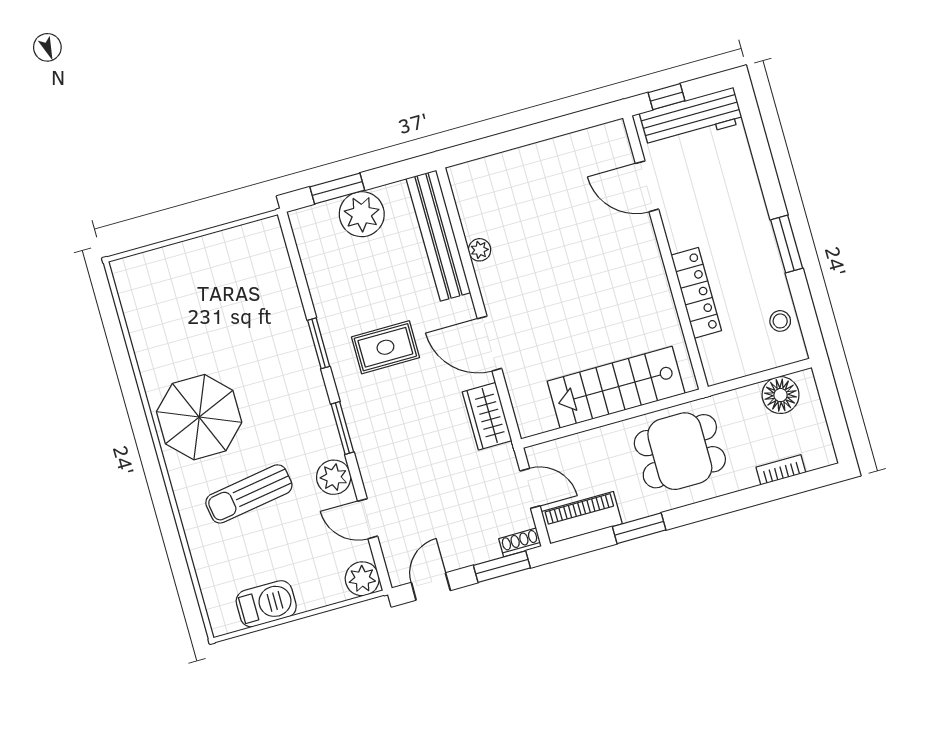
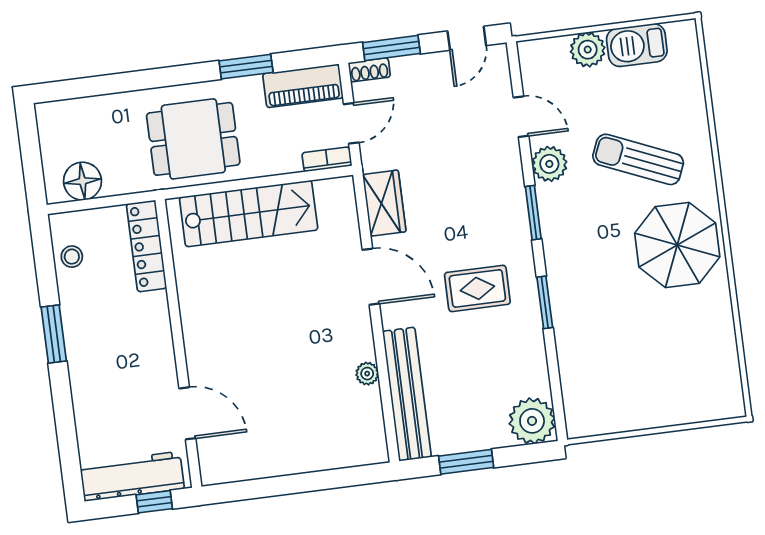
window: (337, 189) -> (466, 462), moved
plant: (362, 214) -> (532, 421), moved
locker: (696, 293) -> (146, 246), moved
bookcase: (781, 470) -> (327, 159), moved, turned 180
door: (530, 488) -> (351, 123), swing flipped
sun lounger: (249, 494) -> (638, 159), turned -148
plant: (362, 579) -> (588, 50), moved

